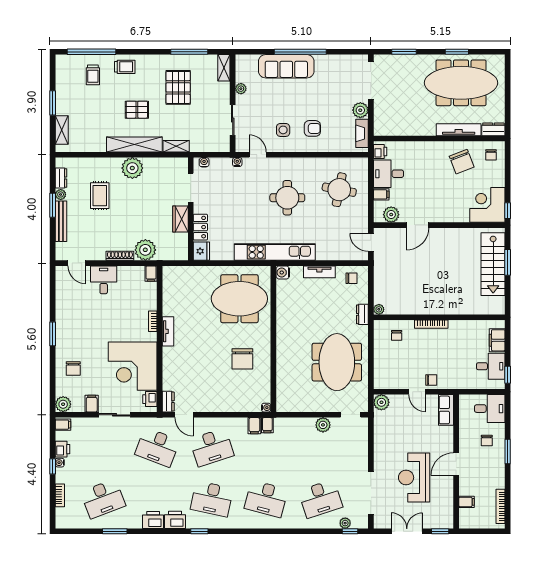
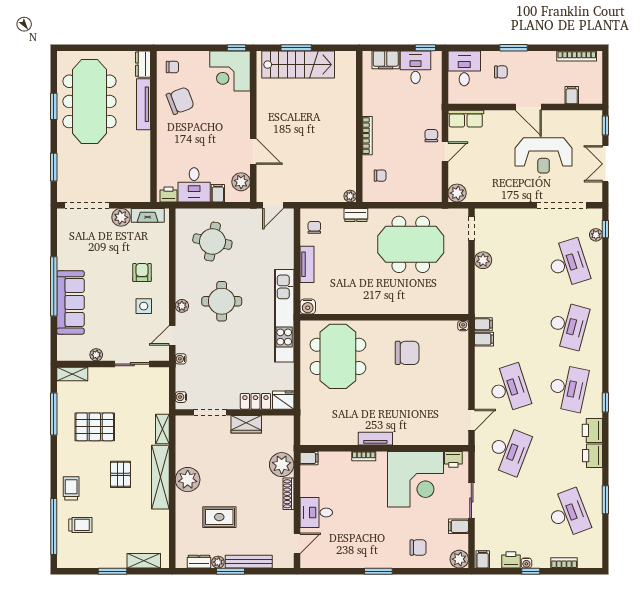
plant: (283, 163) -> (182, 306), added
dresser: (168, 402) -> (456, 438), removed

